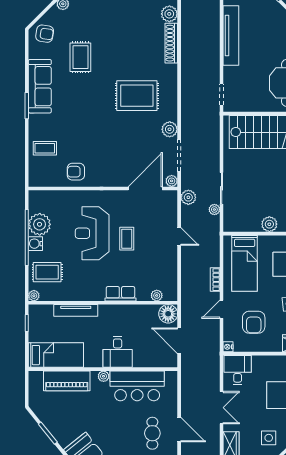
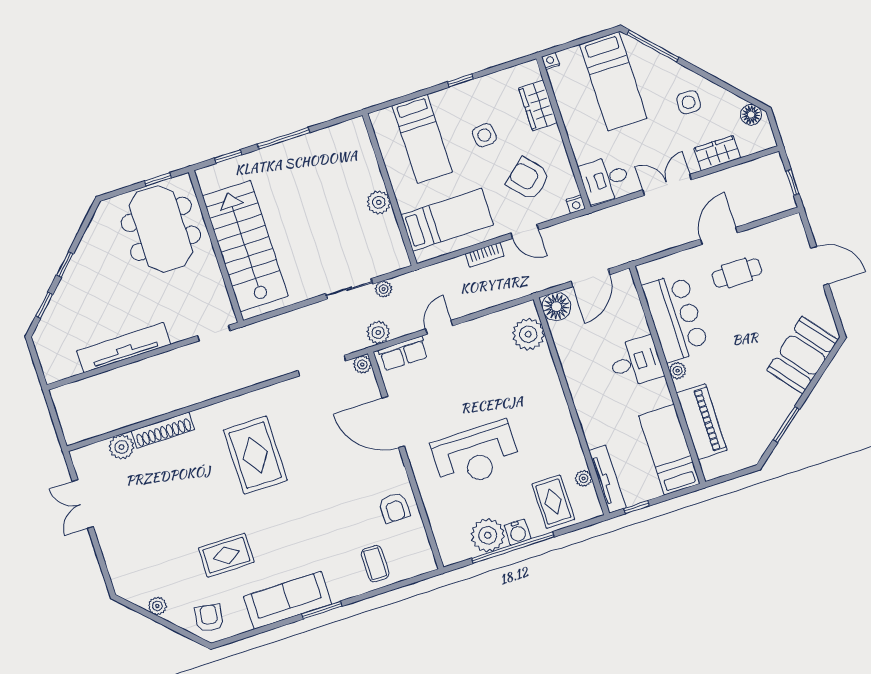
plant: (170, 129) -> (289, 392), removed
door: (145, 188) -> (393, 422), moved
coffee table: (127, 239) -> (467, 402), removed
row of seats: (120, 294) -> (403, 354), moved, turned -90
plant: (157, 295) -> (528, 334), width x1.87, depth x1.87
plant: (34, 296) -> (584, 478), moved
tv unit: (76, 310) -> (607, 479), moved
armchair: (254, 322) -> (528, 179), turned -131

